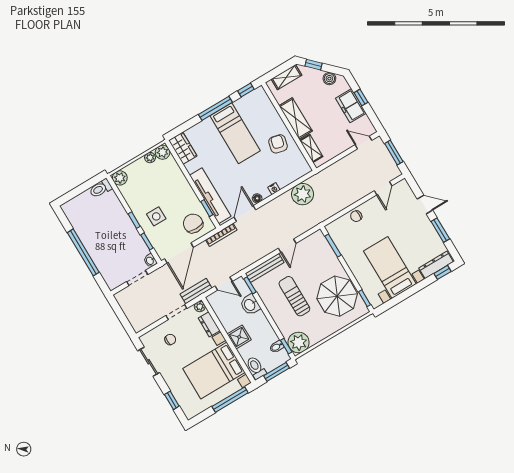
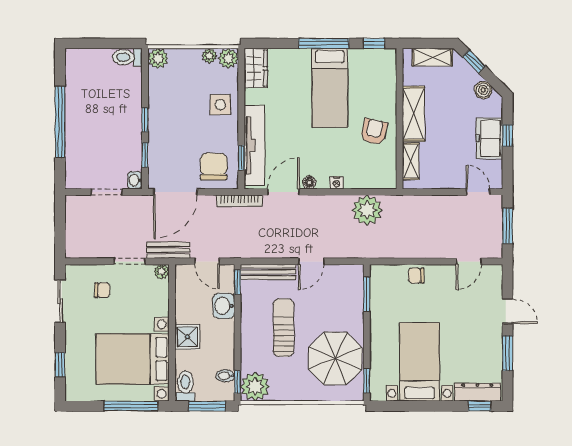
side table: (156, 216) -> (220, 105), moved
dresser: (209, 324) -> (160, 300), removed

